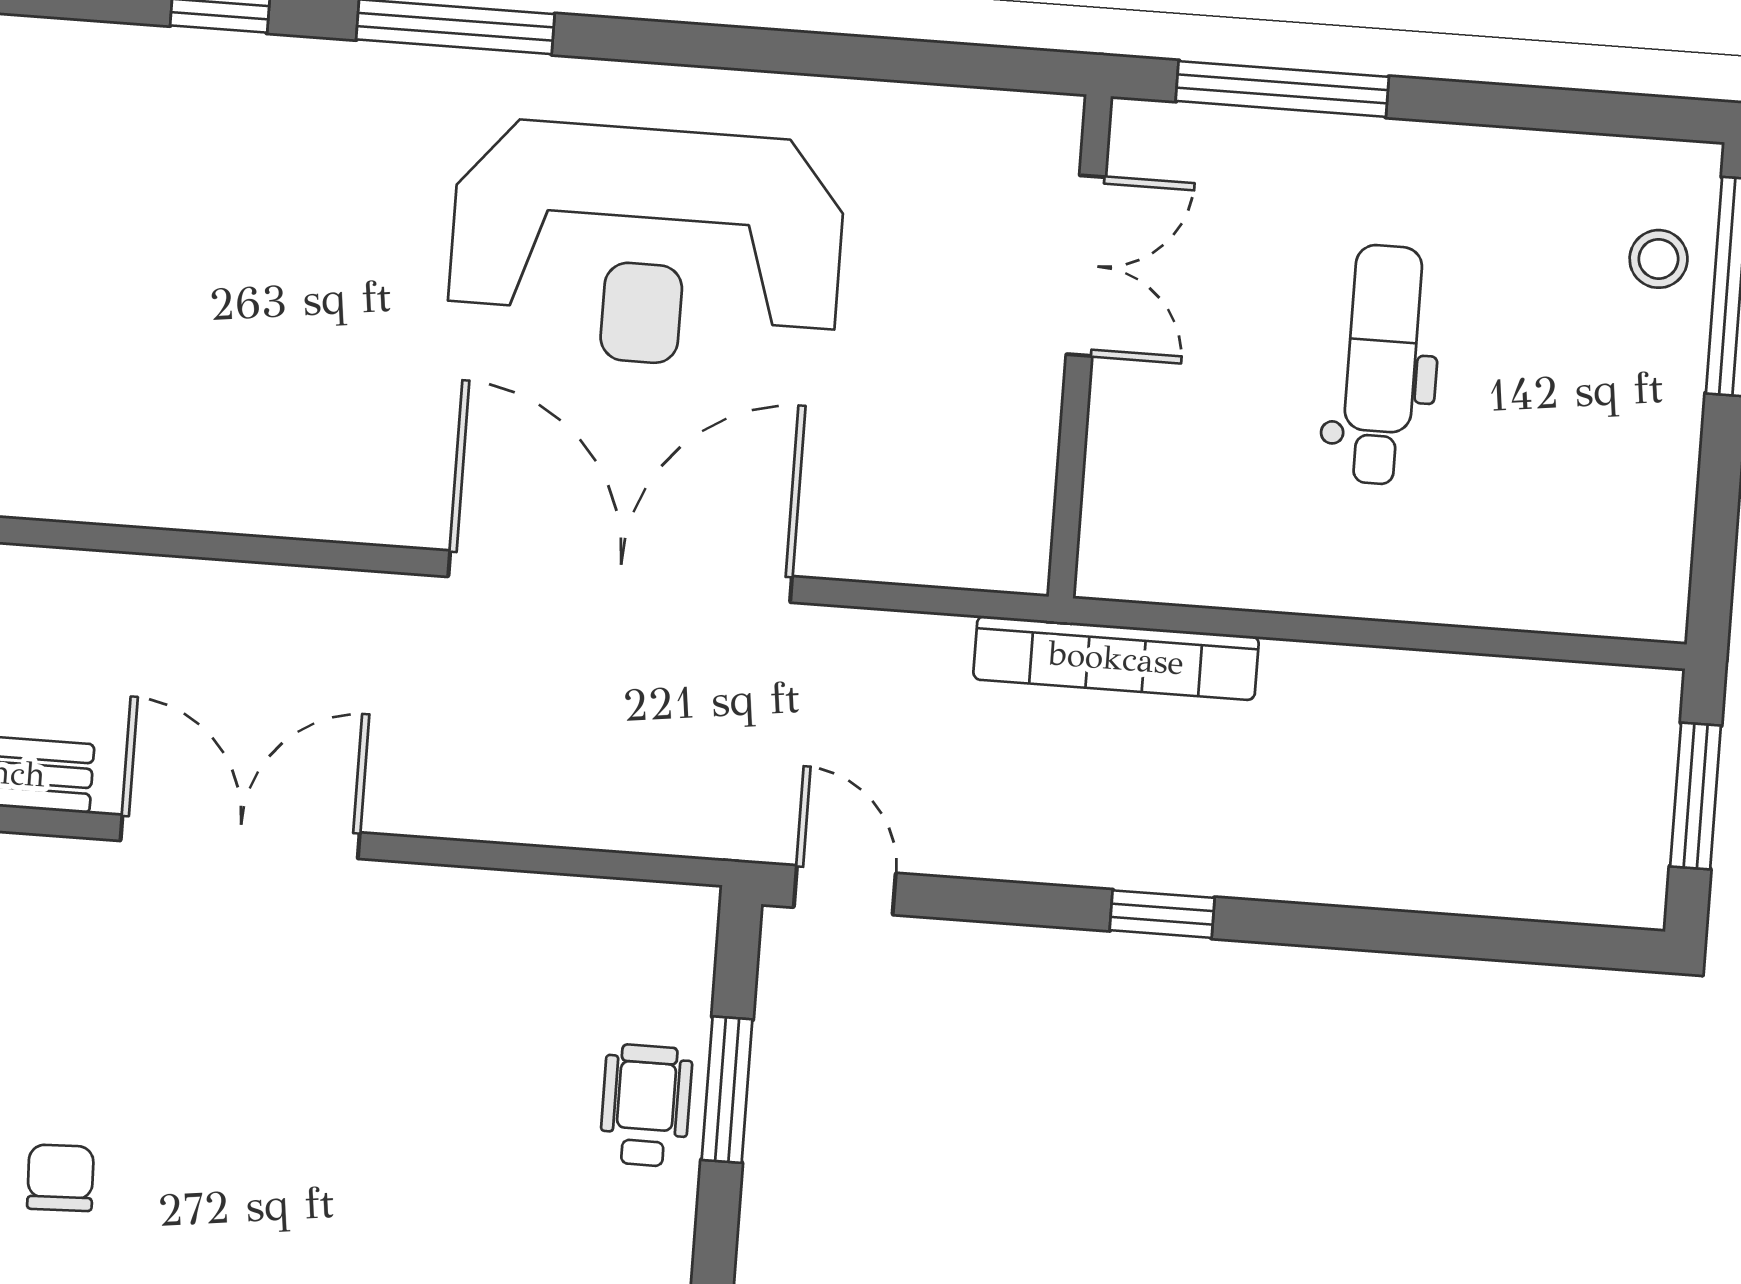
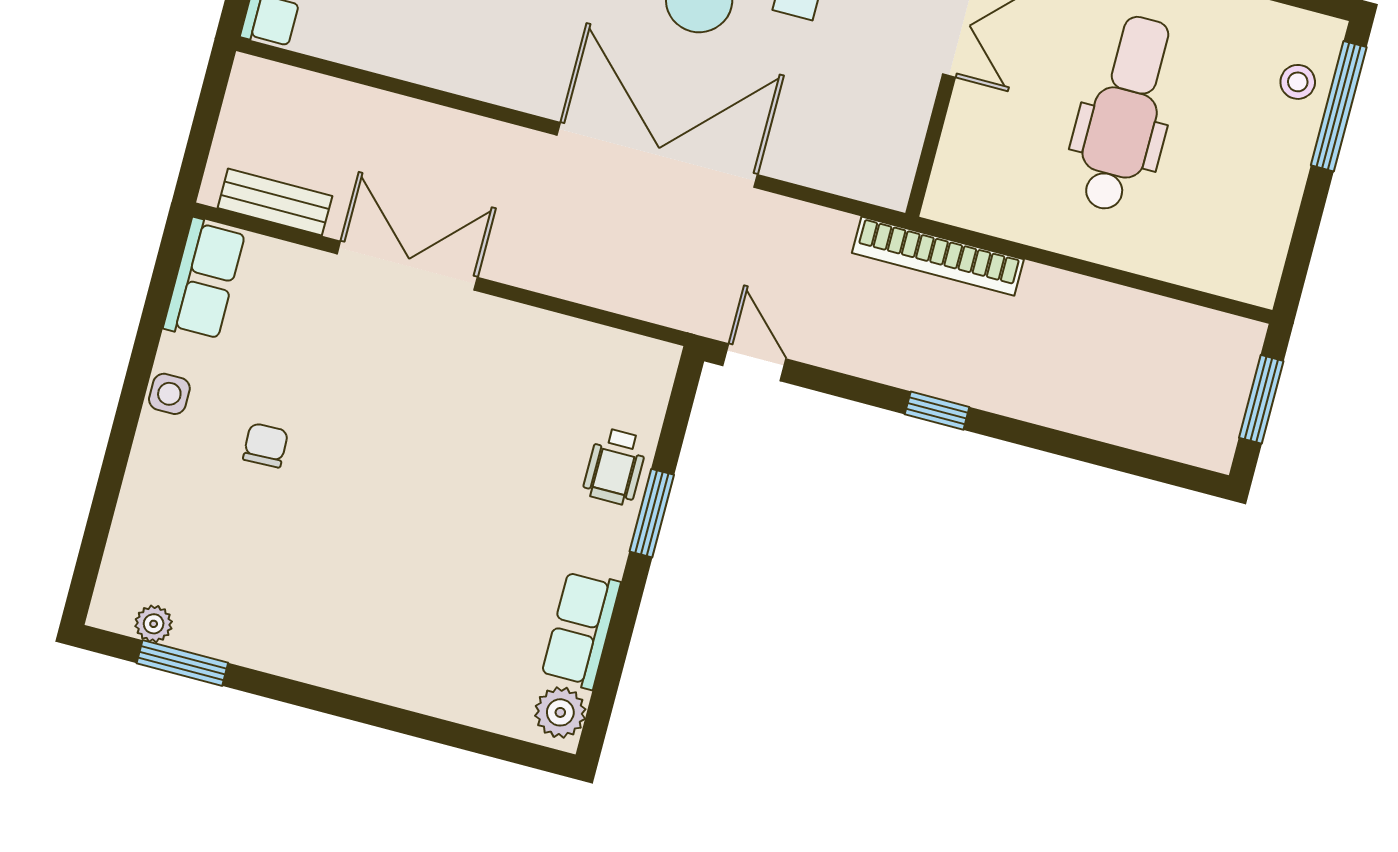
dental chair: (1382, 365) -> (1125, 114), width x1.36, depth x1.38
window: (727, 1090) -> (652, 513), moved
wheelchair: (646, 1105) -> (615, 466), turned 180

